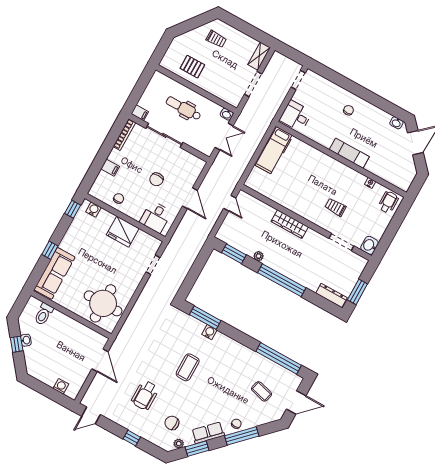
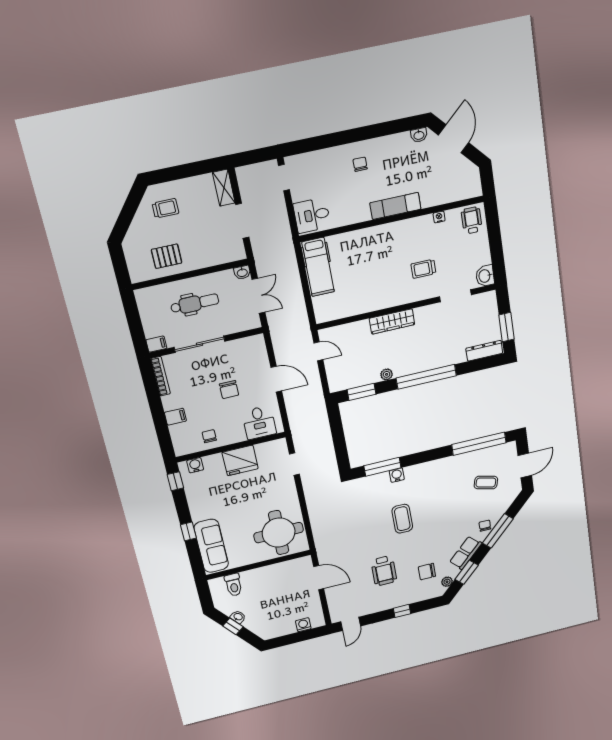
dental chair: (183, 108) -> (195, 303), turned 180

